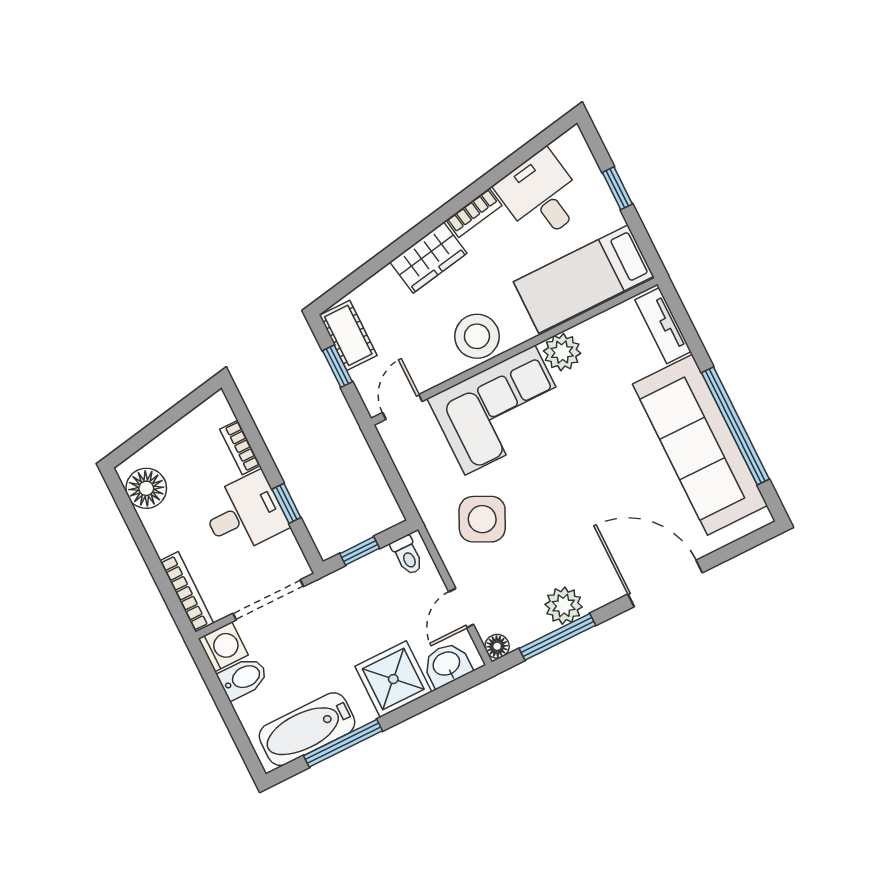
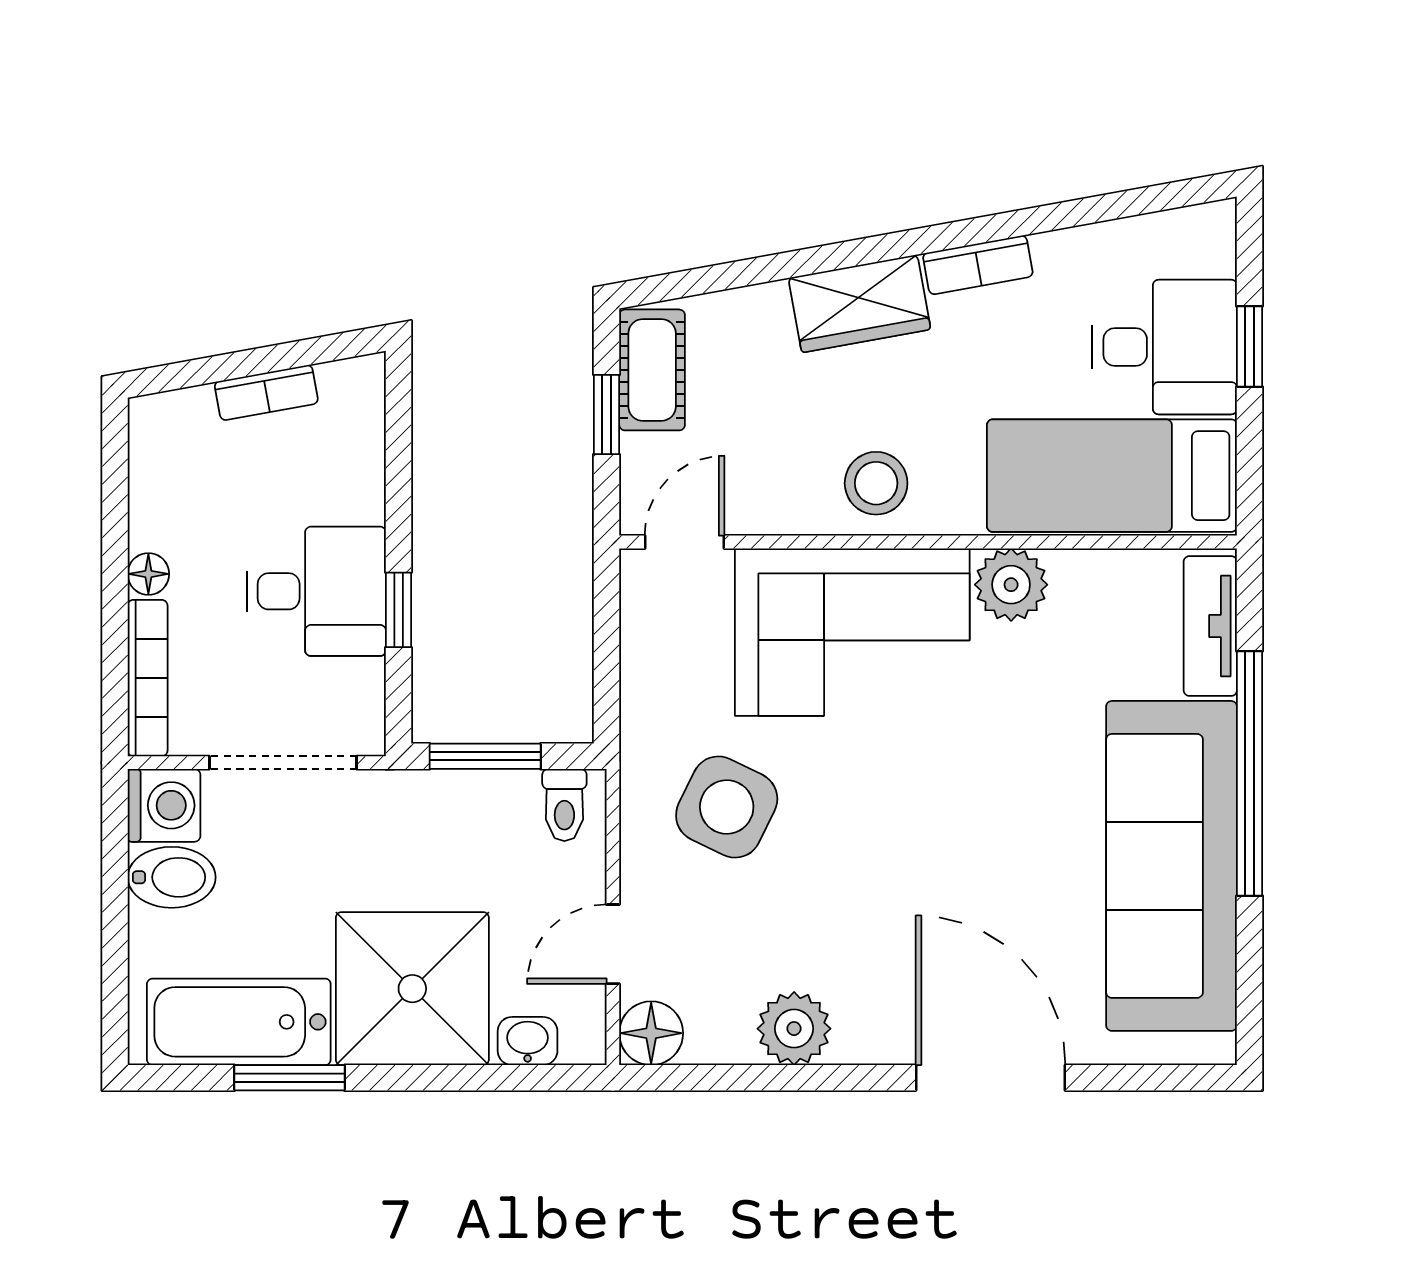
desk: (541, 196) -> (1164, 347), moved, turned 100
stool: (477, 336) -> (876, 483), width x0.73, depth x0.73
window: (735, 426) -> (1250, 774), moved
bookcase: (240, 447) -> (266, 393), moved, turned -100
floor lamp: (146, 488) -> (148, 574), moved, width x0.53, depth x0.53
window: (360, 551) -> (485, 756), width x1.50
window: (557, 637) -> (756, 1078), removed
floor lamp: (497, 646) -> (651, 1033), width x1.37, depth x1.37
washbasin: (447, 665) -> (528, 1041), width x0.72, depth x0.69
shower: (393, 679) -> (412, 989), width x1.37, depth x1.37
window: (343, 743) -> (290, 1078), width x0.69

